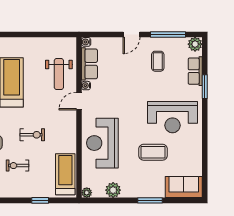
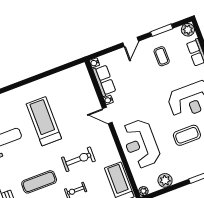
window: (168, 35) -> (162, 30), width x0.69
weight bench: (59, 74) -> (81, 99), removed
door: (79, 101) -> (107, 116), hinge flipped
exercise bike: (32, 135) -> (78, 159), width x1.38, depth x1.39

